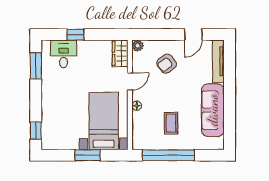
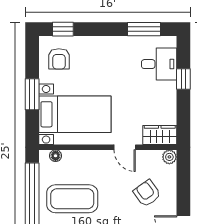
floor lamp: (137, 106) -> (56, 156), moved
coffee table: (171, 123) -> (72, 199), width x1.86, depth x1.72
armchair: (59, 134) -> (59, 59), added

